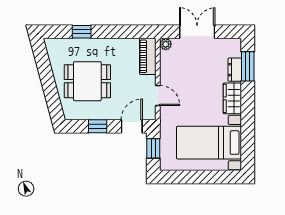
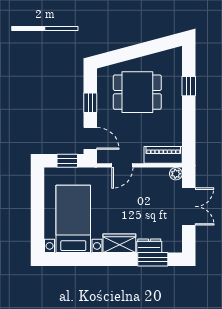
dining table: (87, 81) -> (137, 92), turned 90

